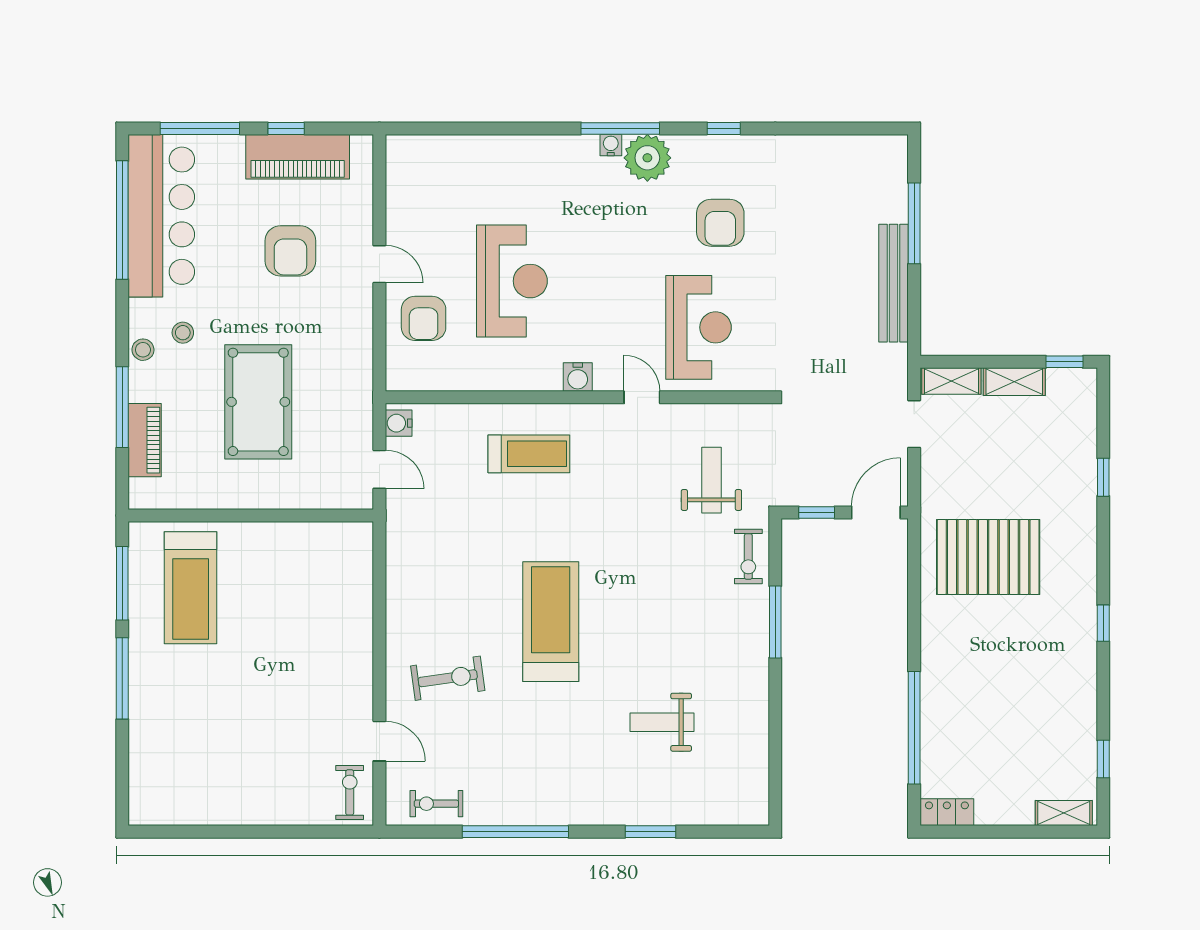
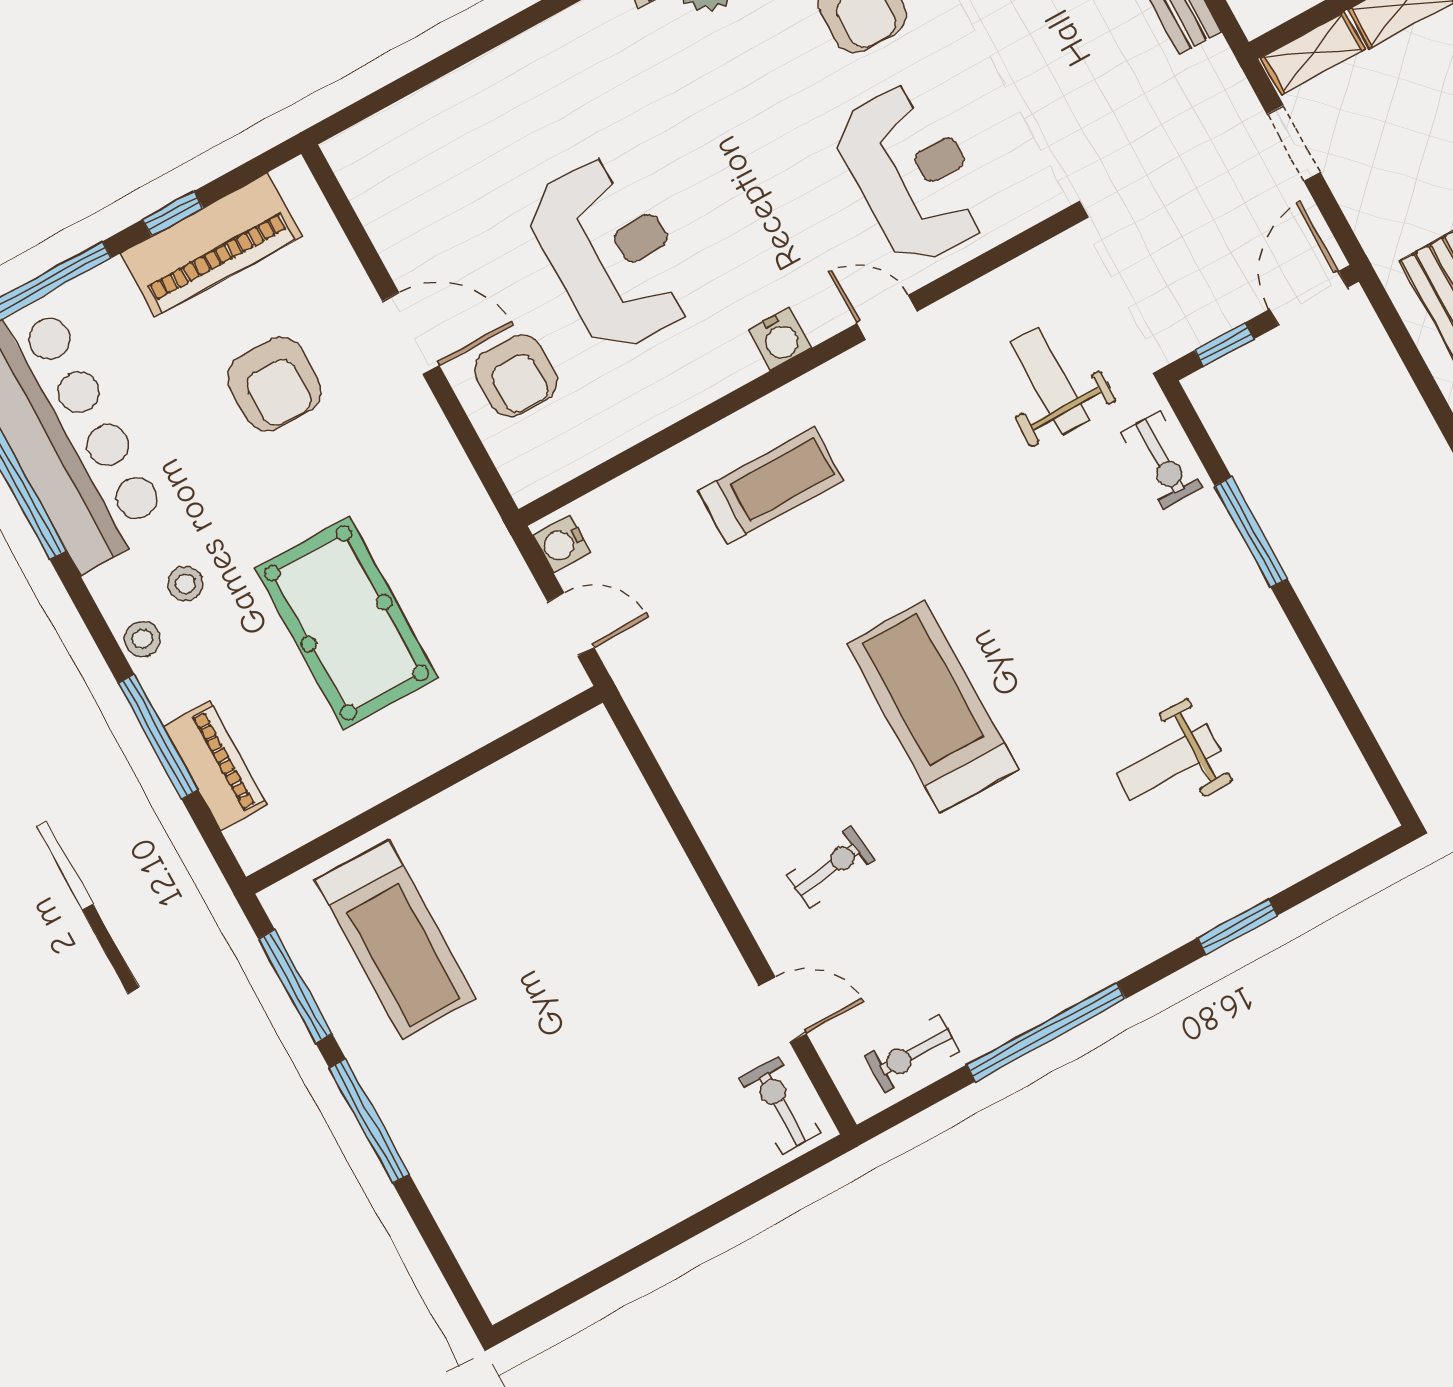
door: (379, 264) -> (411, 333), width x1.38
exercise bike: (448, 678) -> (831, 867), width x0.73, depth x0.72

